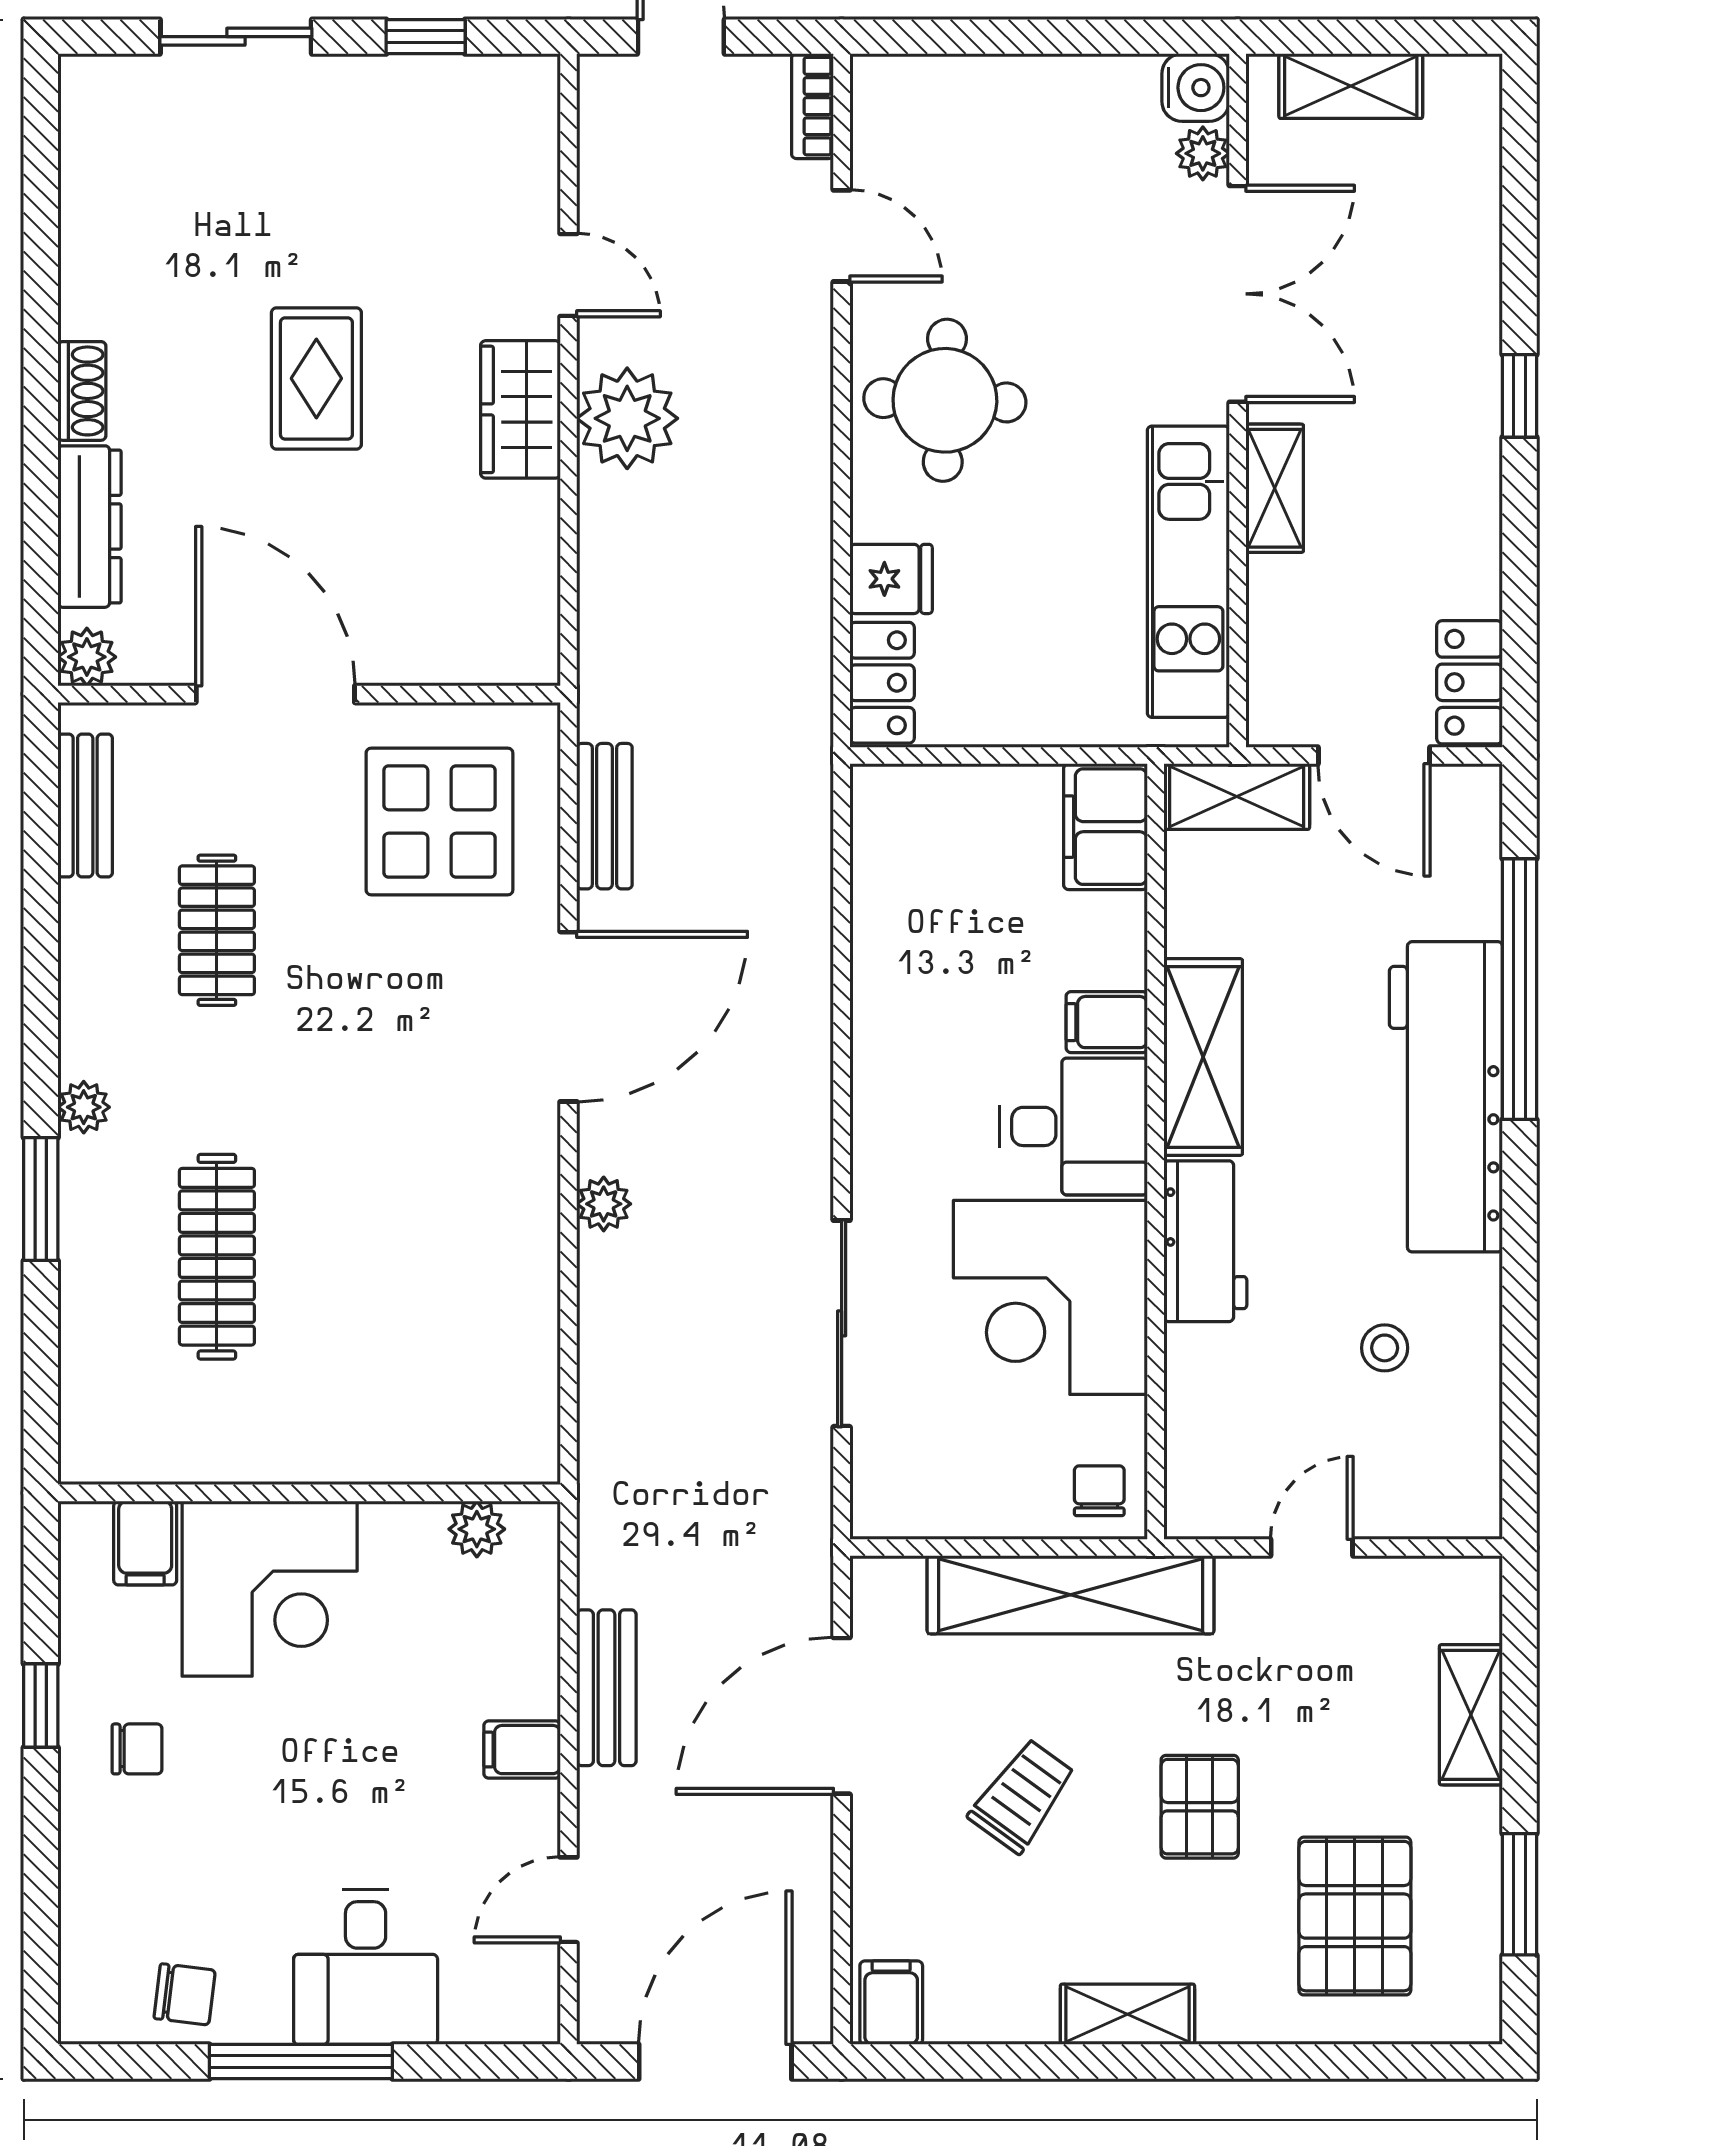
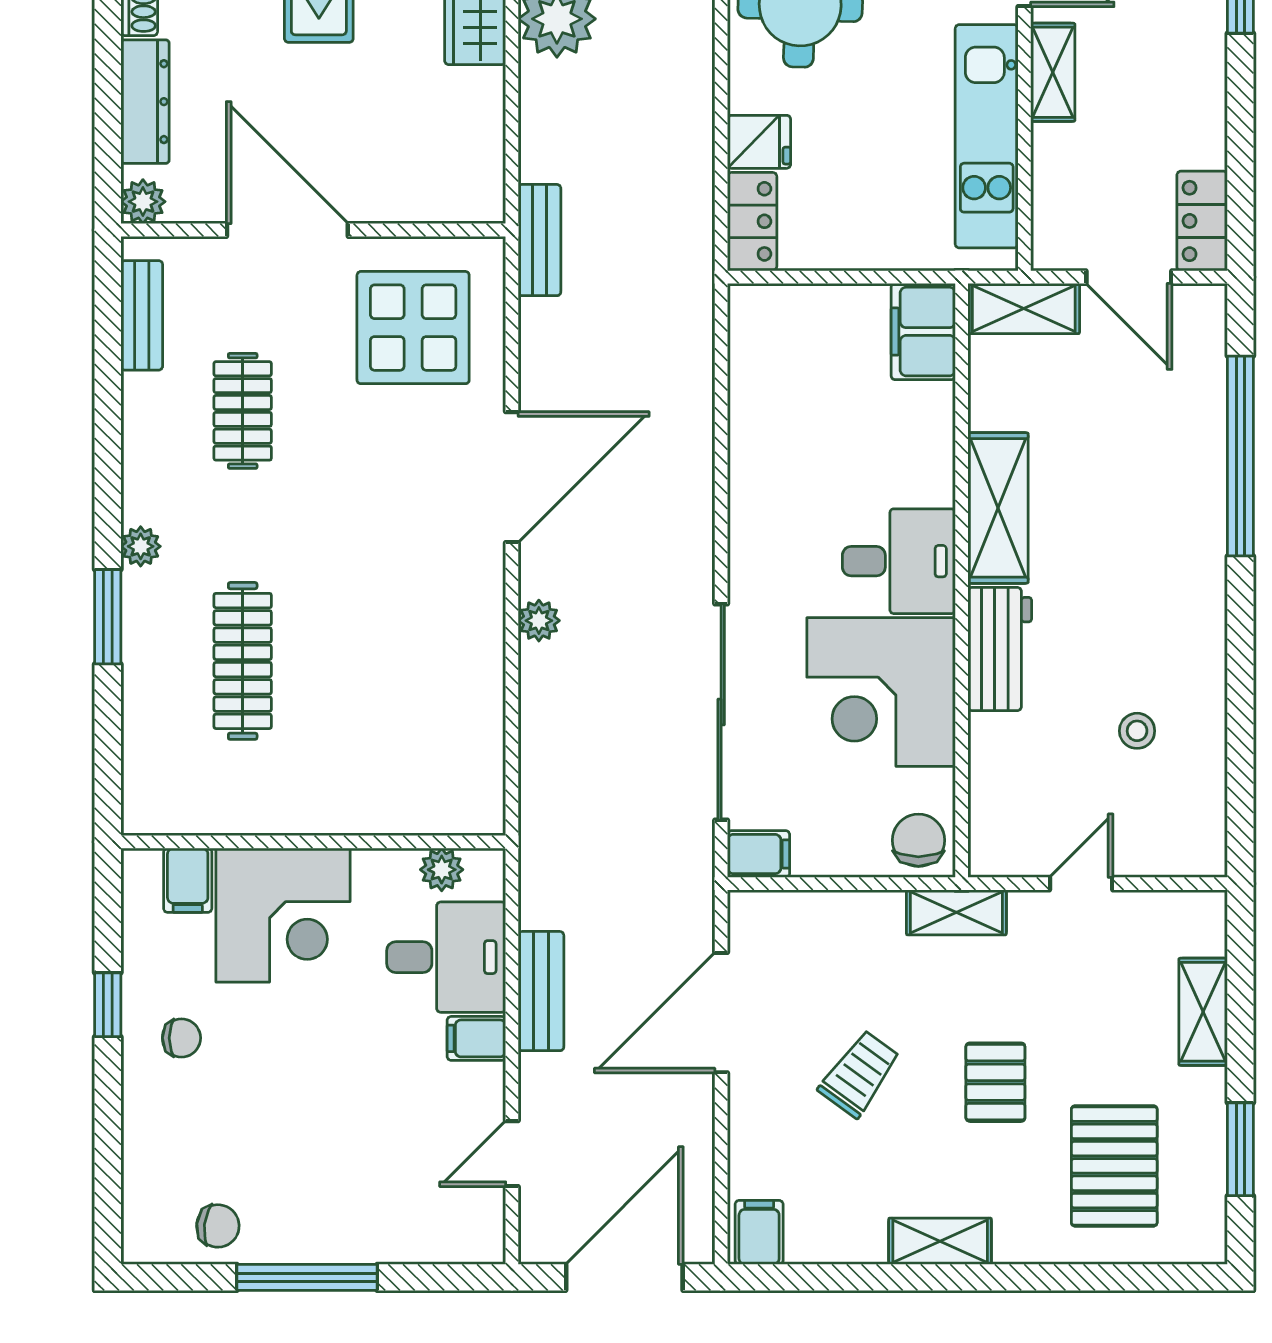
bench: (604, 816) -> (539, 240), moved
filing cabinet: (1107, 1022) -> (759, 854), moved, turned 180
workbench: (1446, 1097) -> (1184, 538), removed
sliding door: (842, 1323) -> (721, 712), width x1.36
chair: (1099, 1491) -> (918, 840), width x1.37, depth x1.37
shelving: (1071, 1595) -> (956, 912), width x0.45, depth x0.75
desk: (366, 1967) -> (446, 957), moved, turned -90

